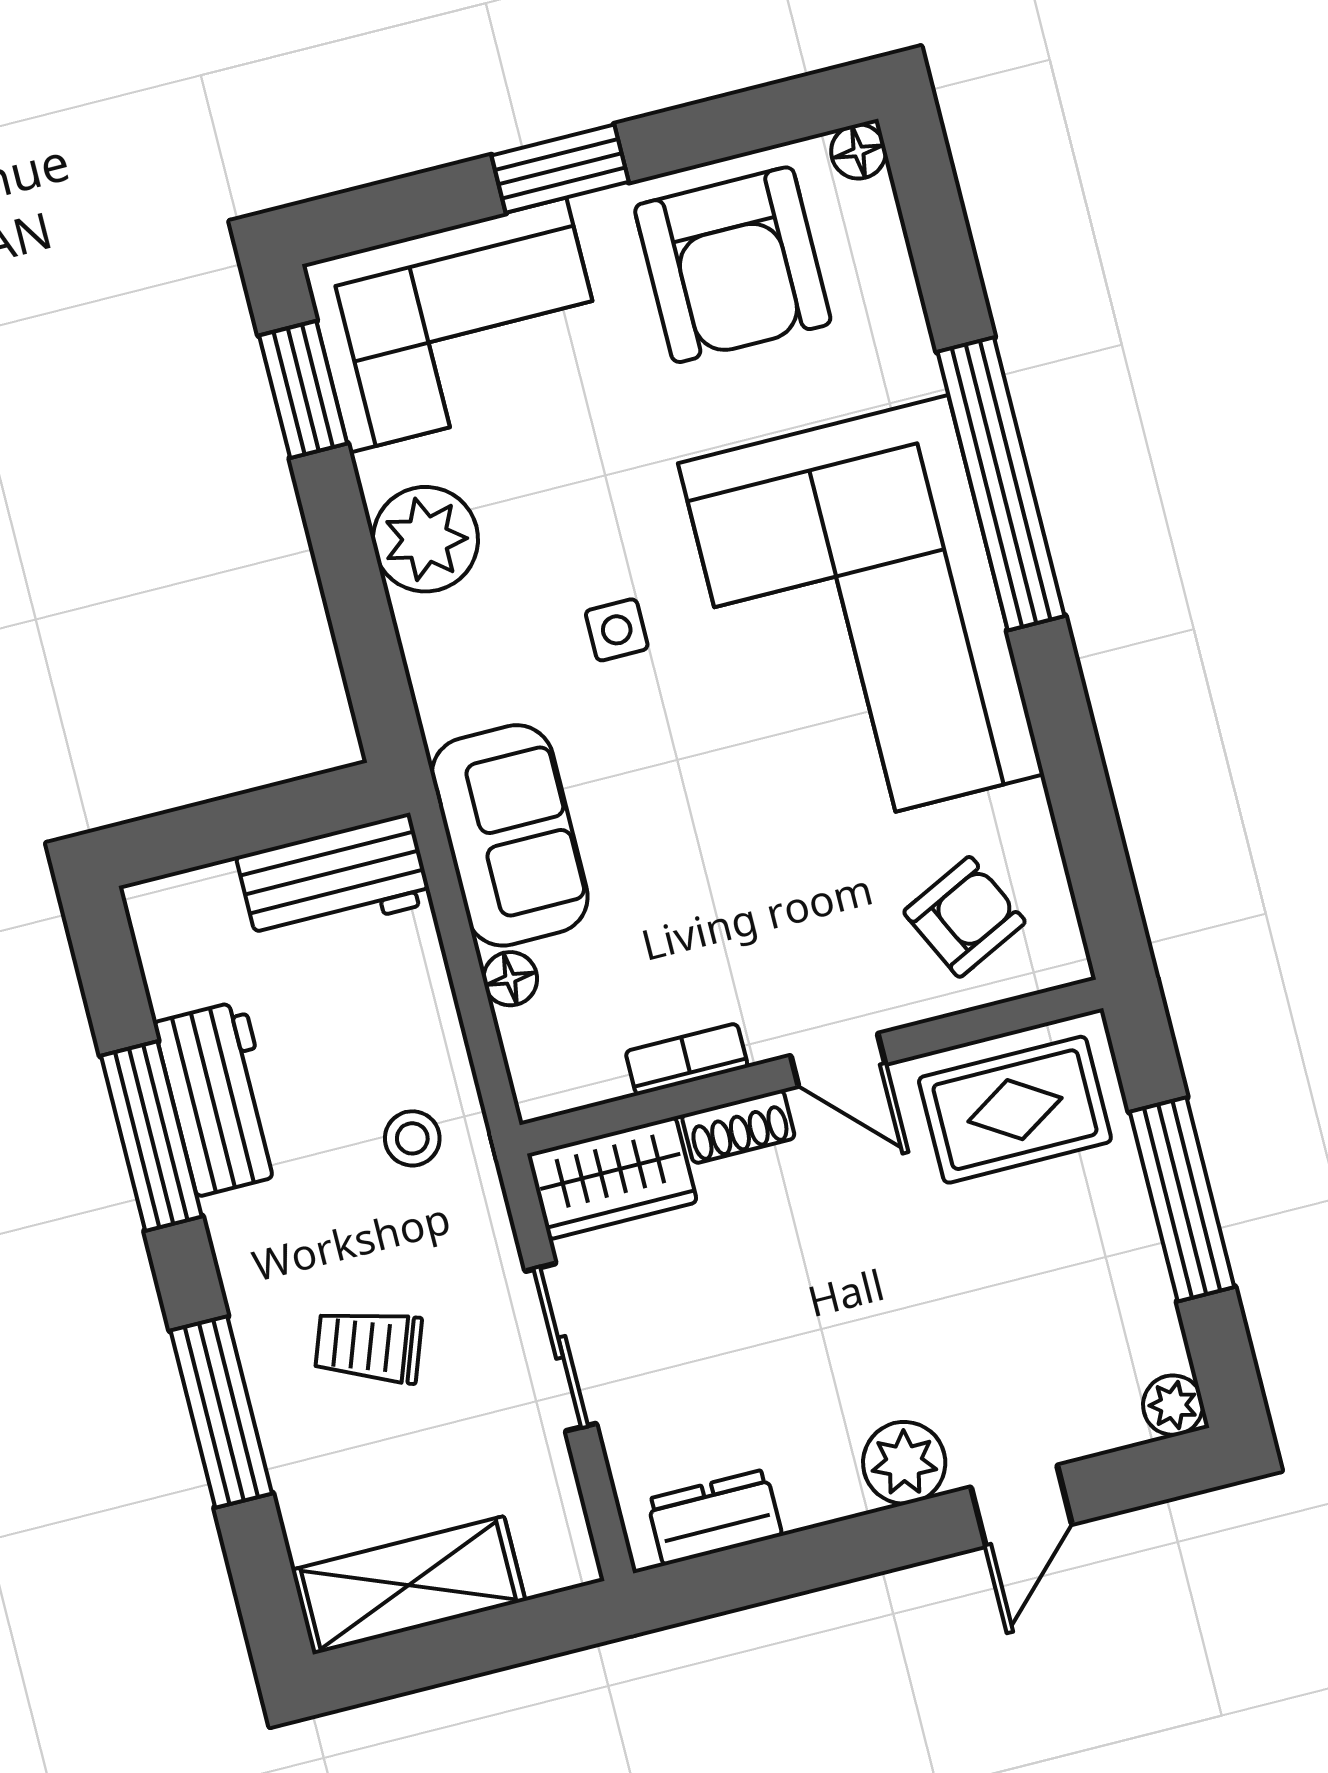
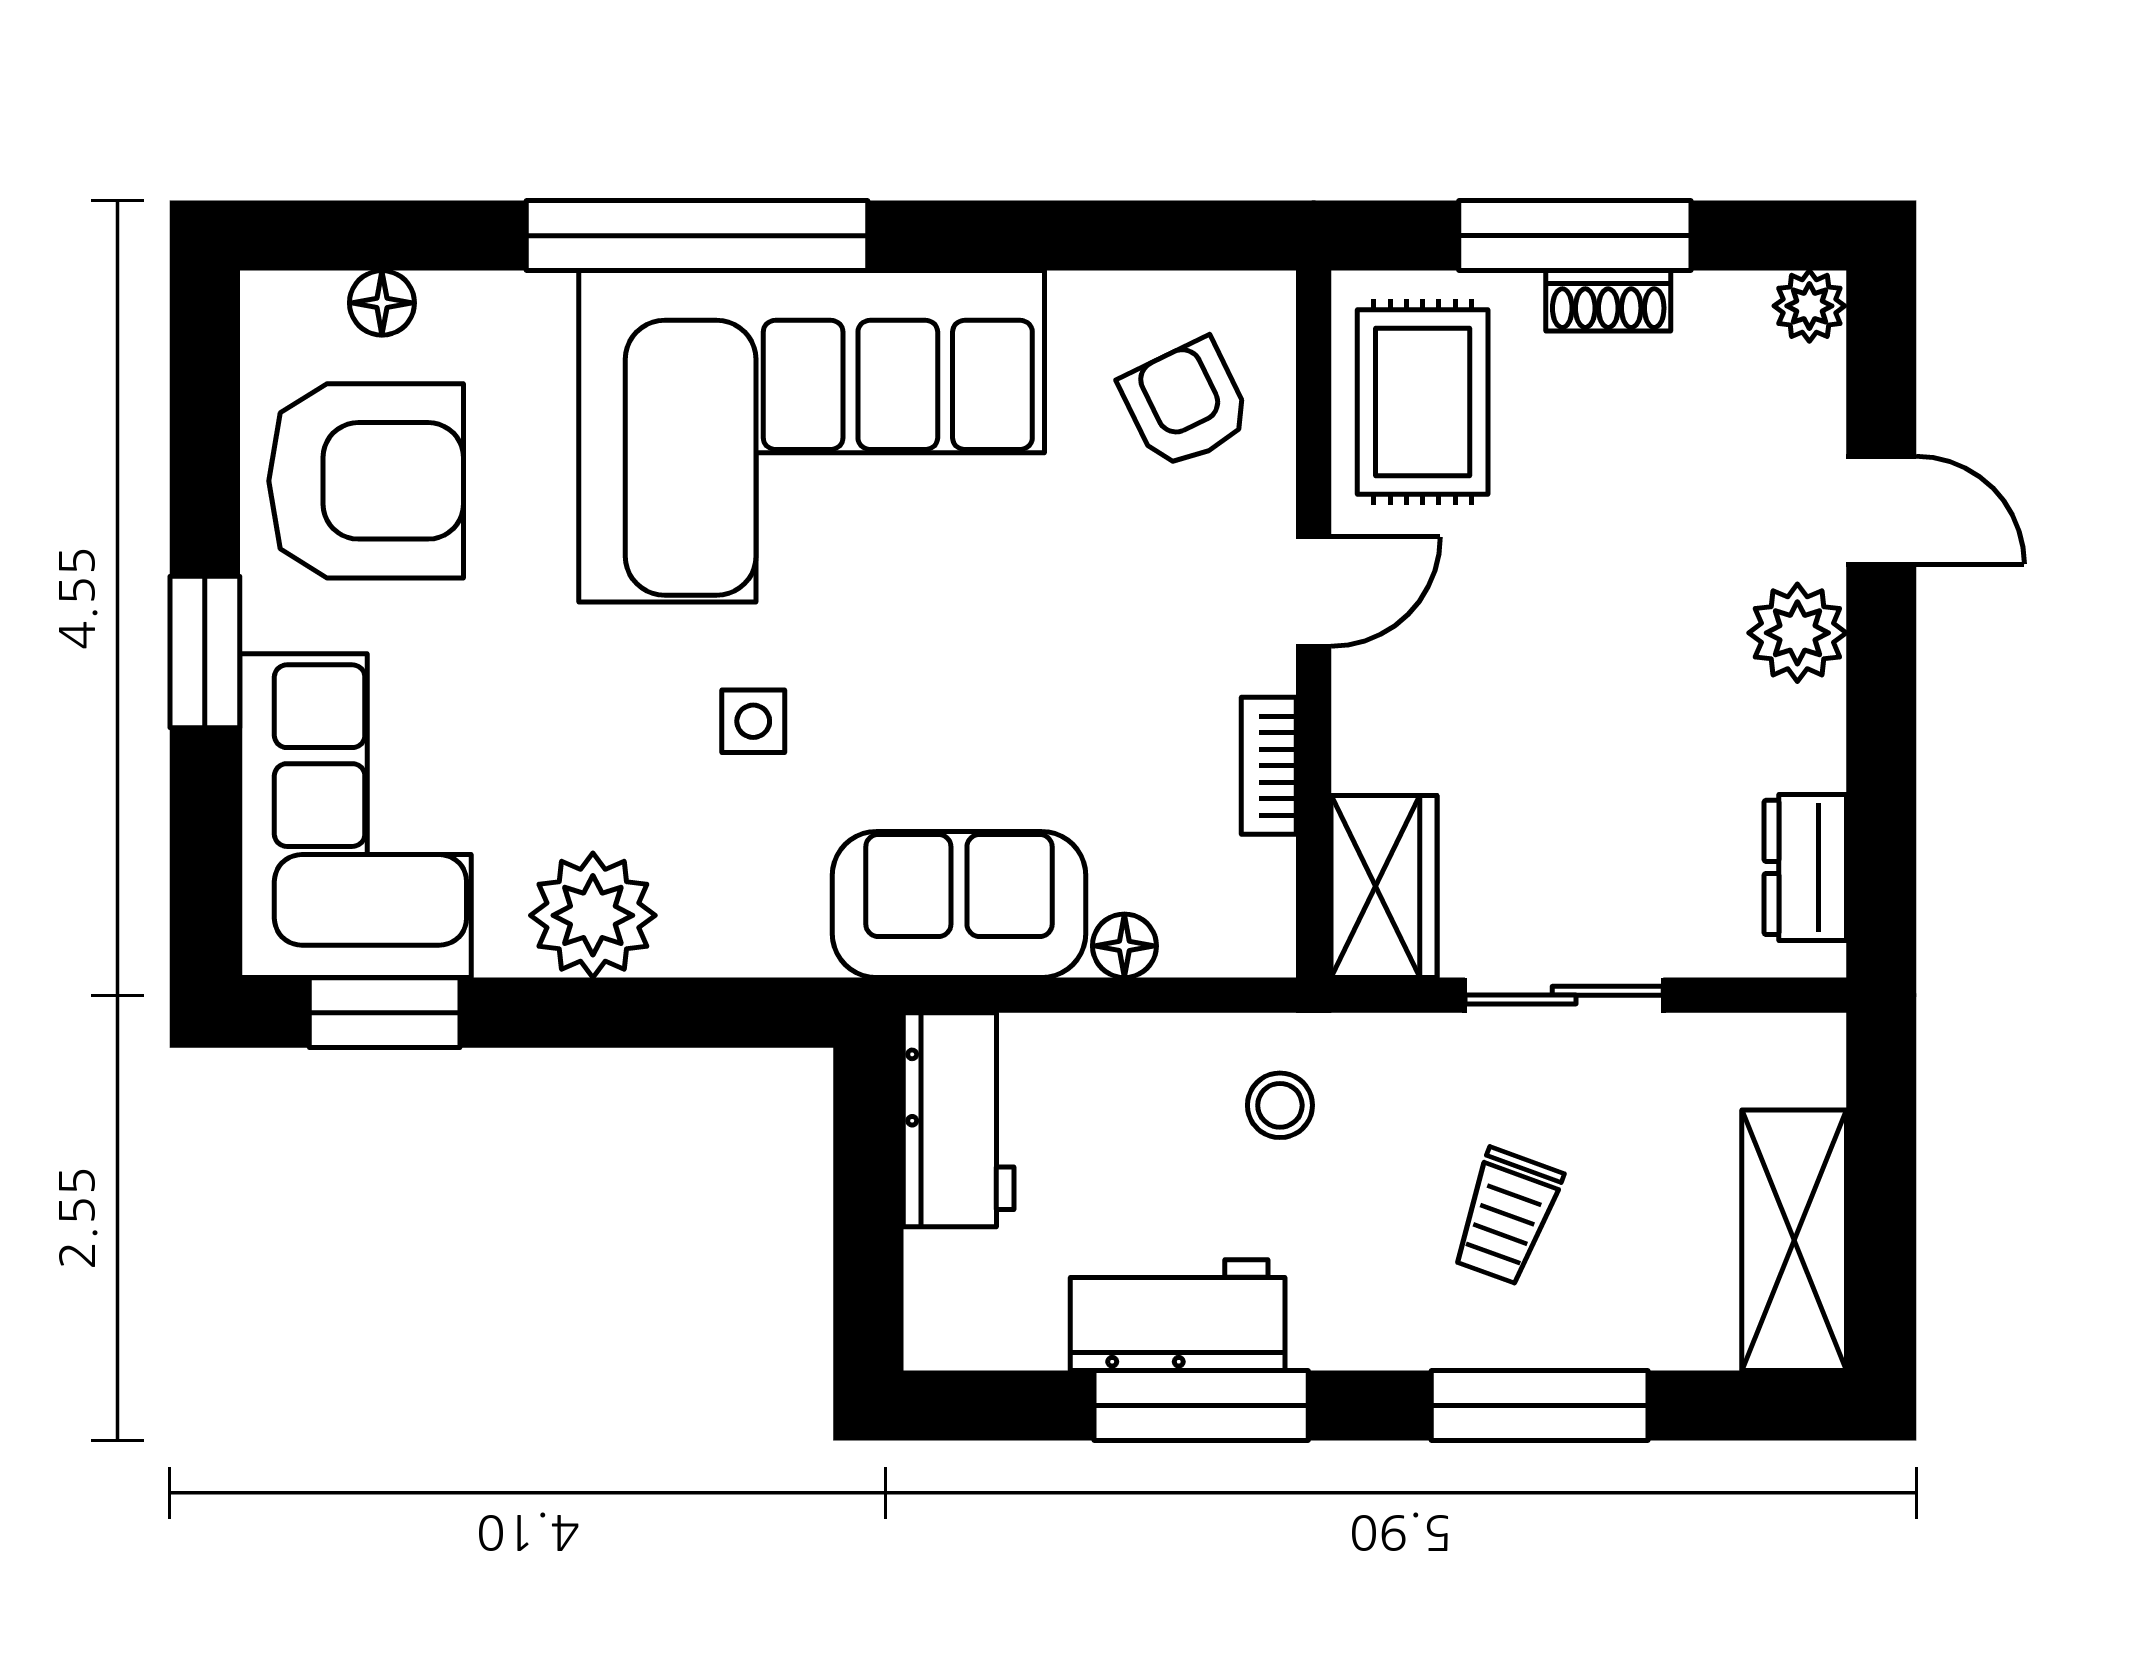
floor lamp: (858, 152) -> (382, 303), moved
shoe rack: (738, 1127) -> (1608, 301), moved, turned 90

